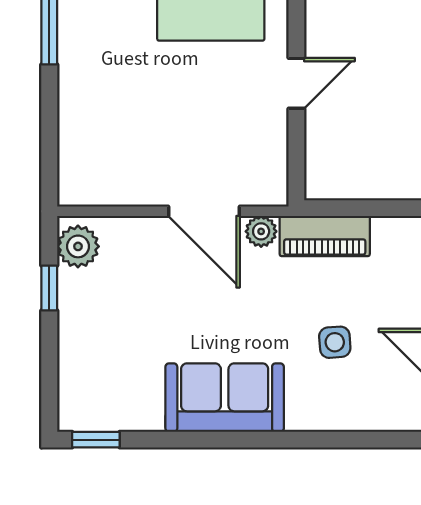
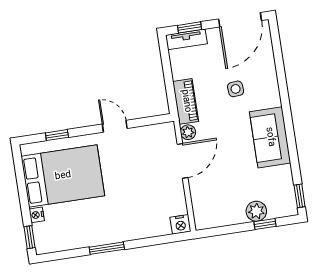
nightstand: (75, 187) -> (181, 224), added
plant: (78, 246) -> (256, 211), moved
window: (49, 288) -> (265, 224), moved

